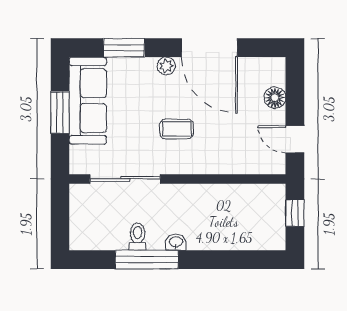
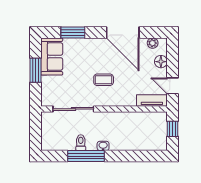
plant: (166, 66) -> (153, 43), moved
sofa: (88, 101) -> (52, 56), width x0.73
tv unit: (259, 164) -> (152, 100), added

